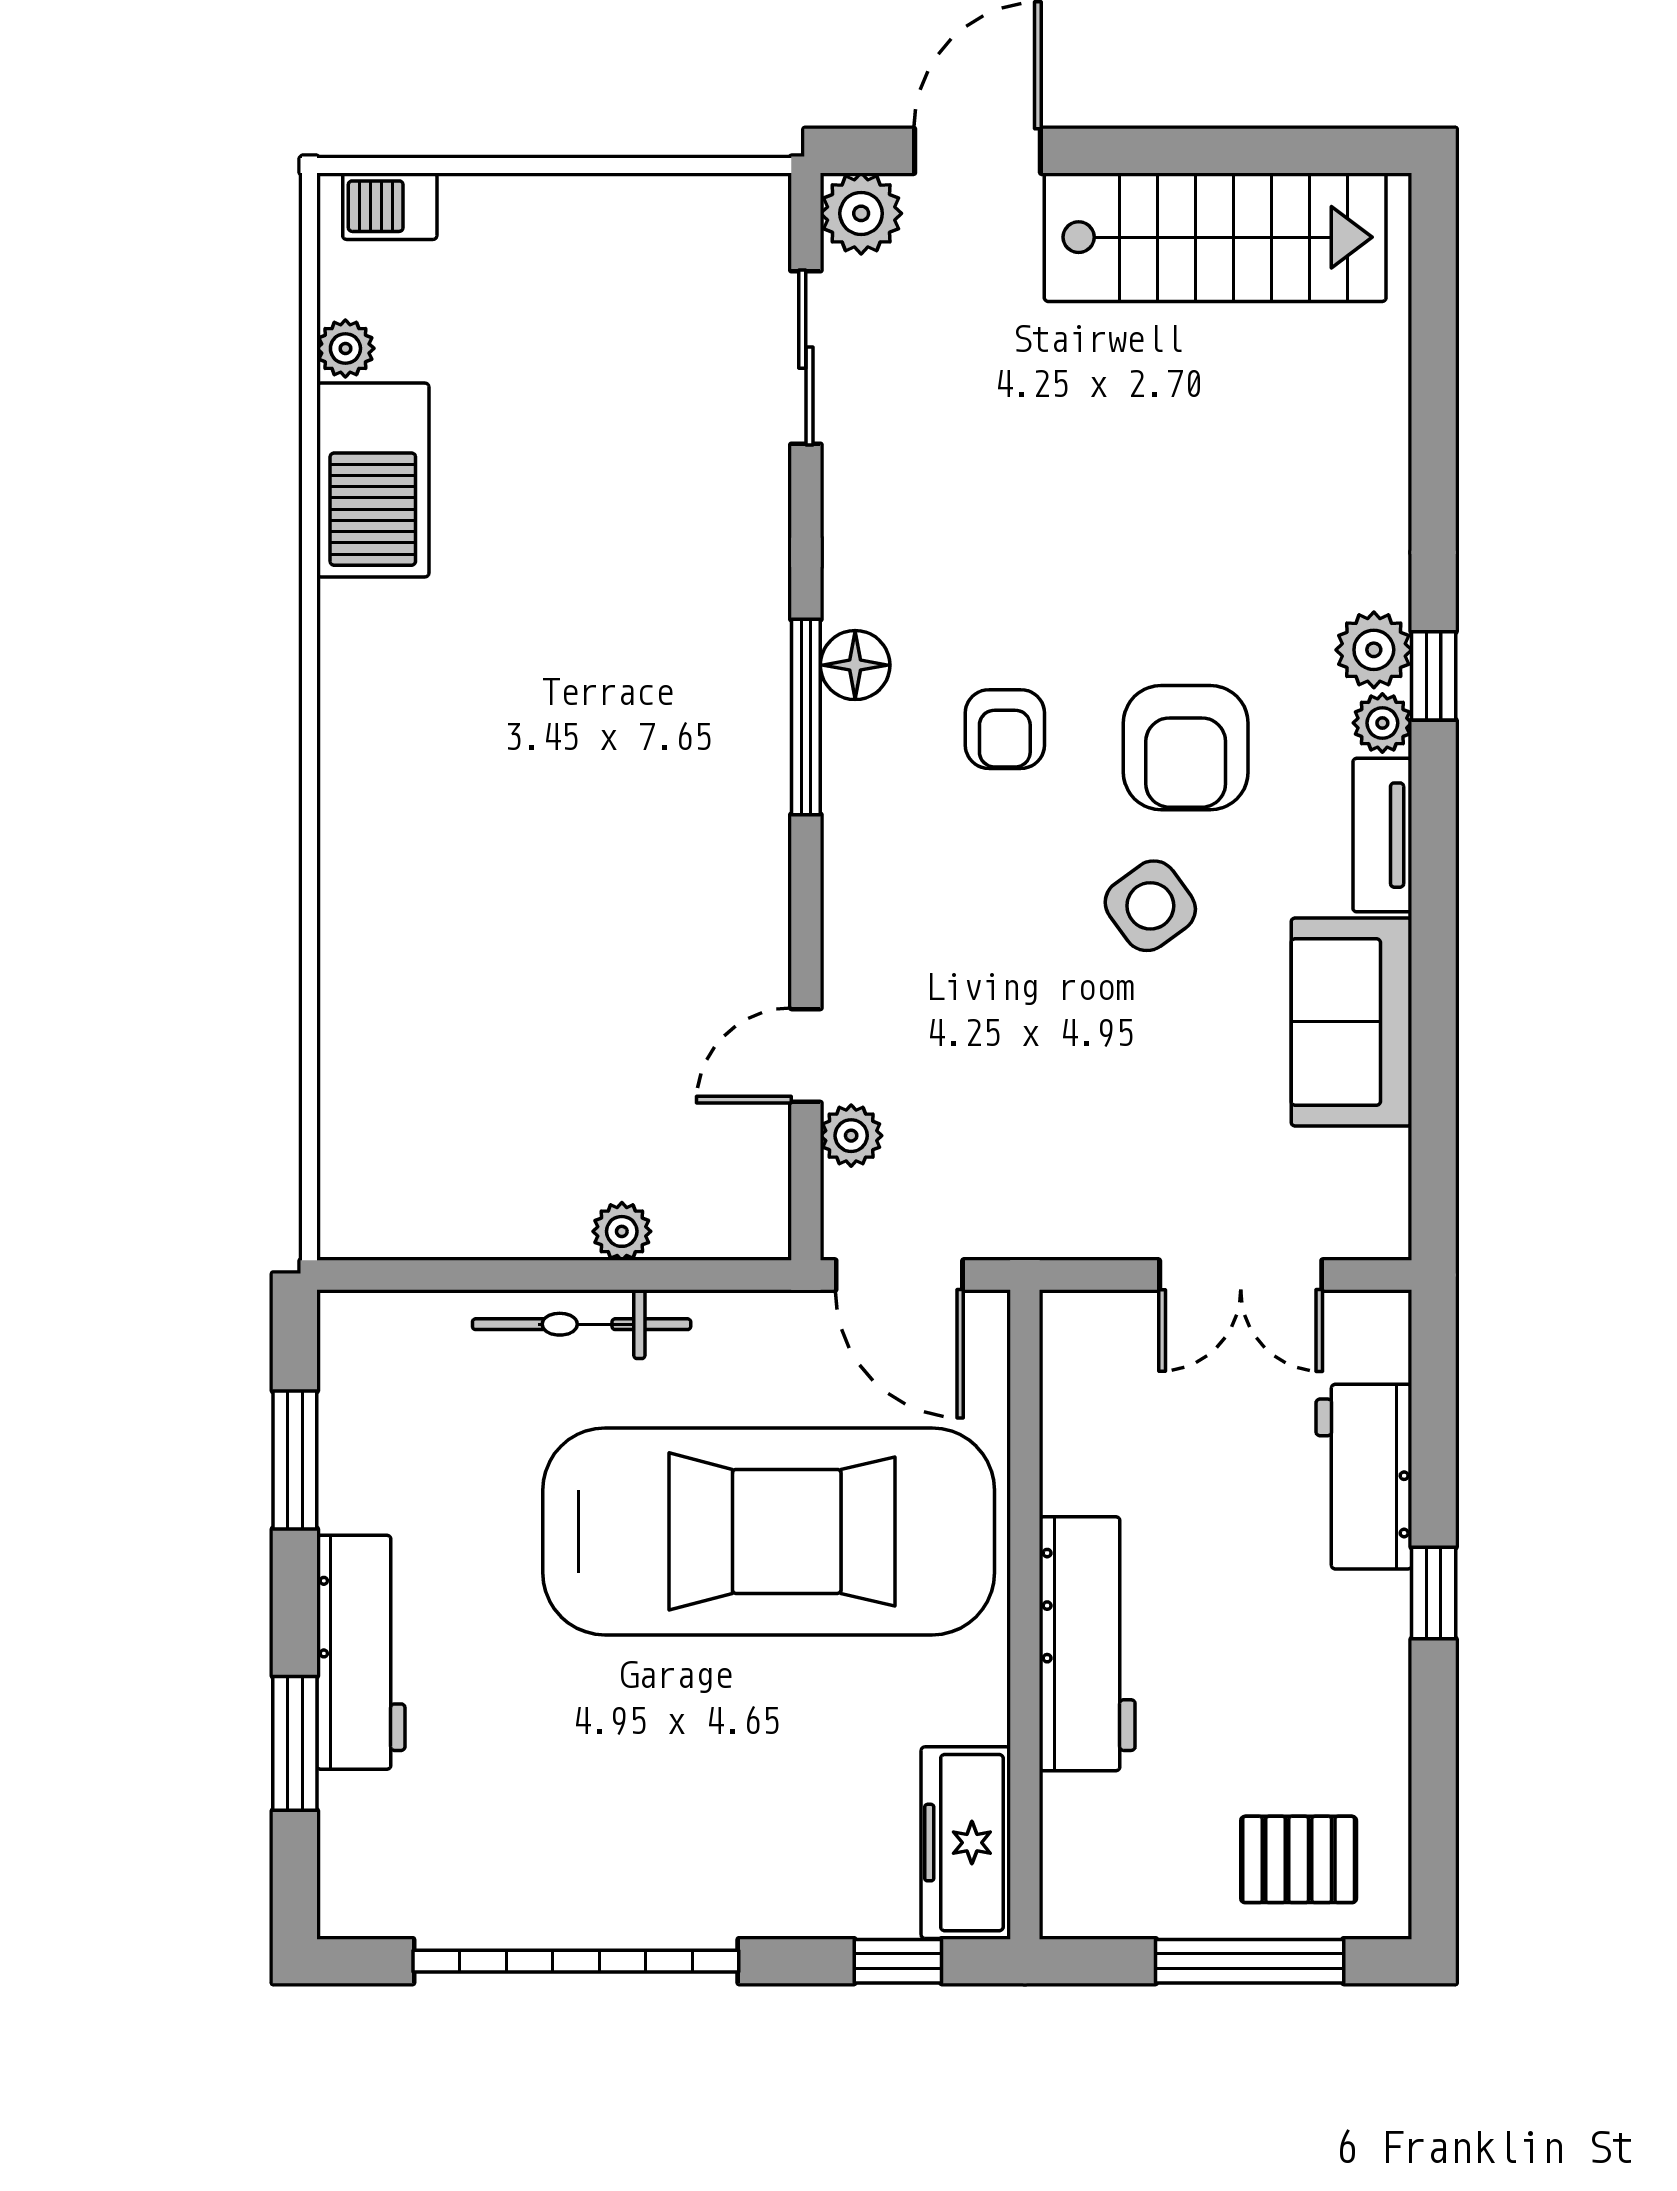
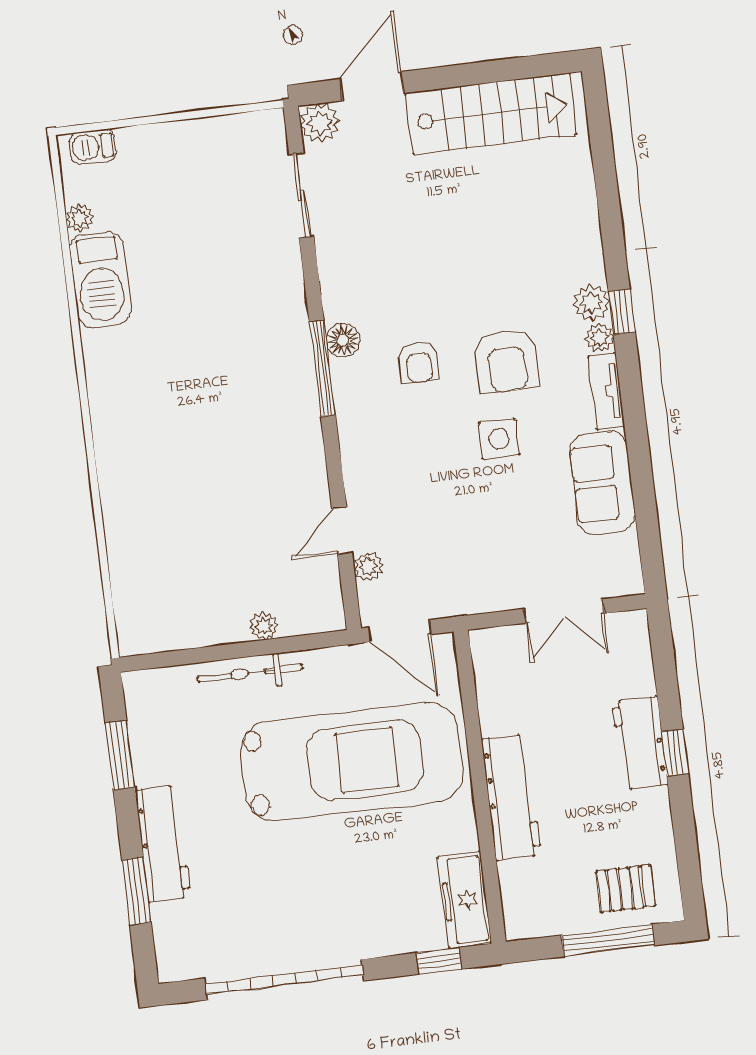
side table: (1150, 906) -> (499, 439), turned 36
workbench: (1364, 1477) -> (640, 743), moved

